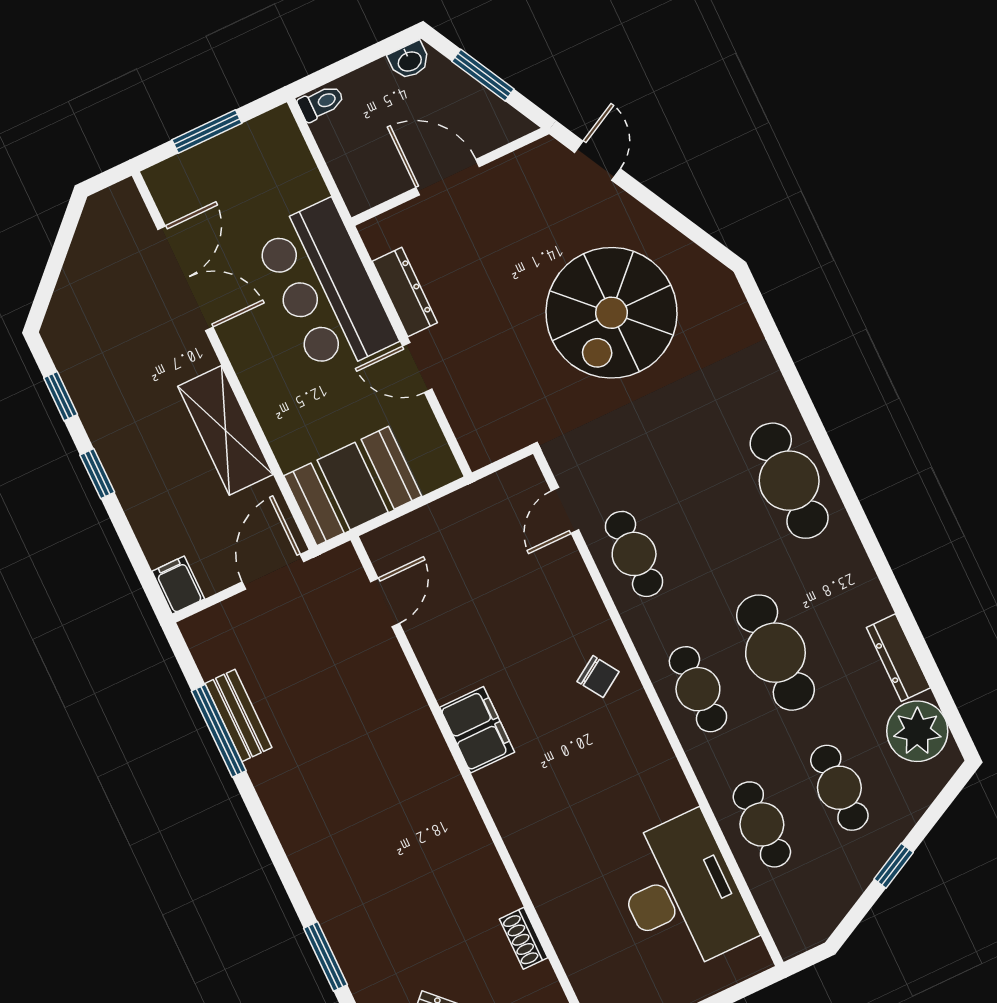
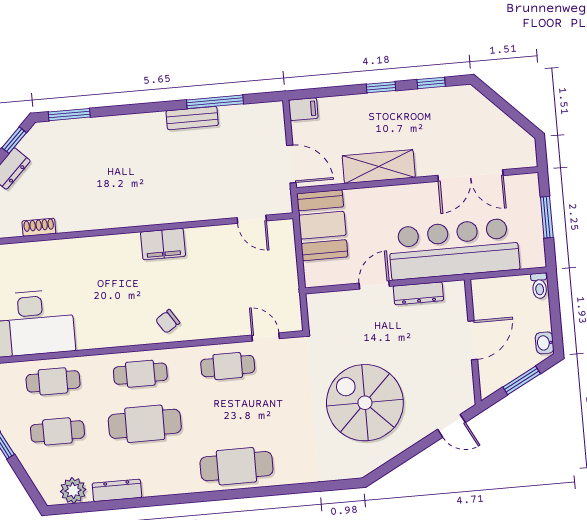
bar counter: (325, 288) -> (454, 249), width x1.36
bench: (238, 716) -> (192, 118), moved
plant: (917, 731) -> (73, 490), width x0.73, depth x0.73

